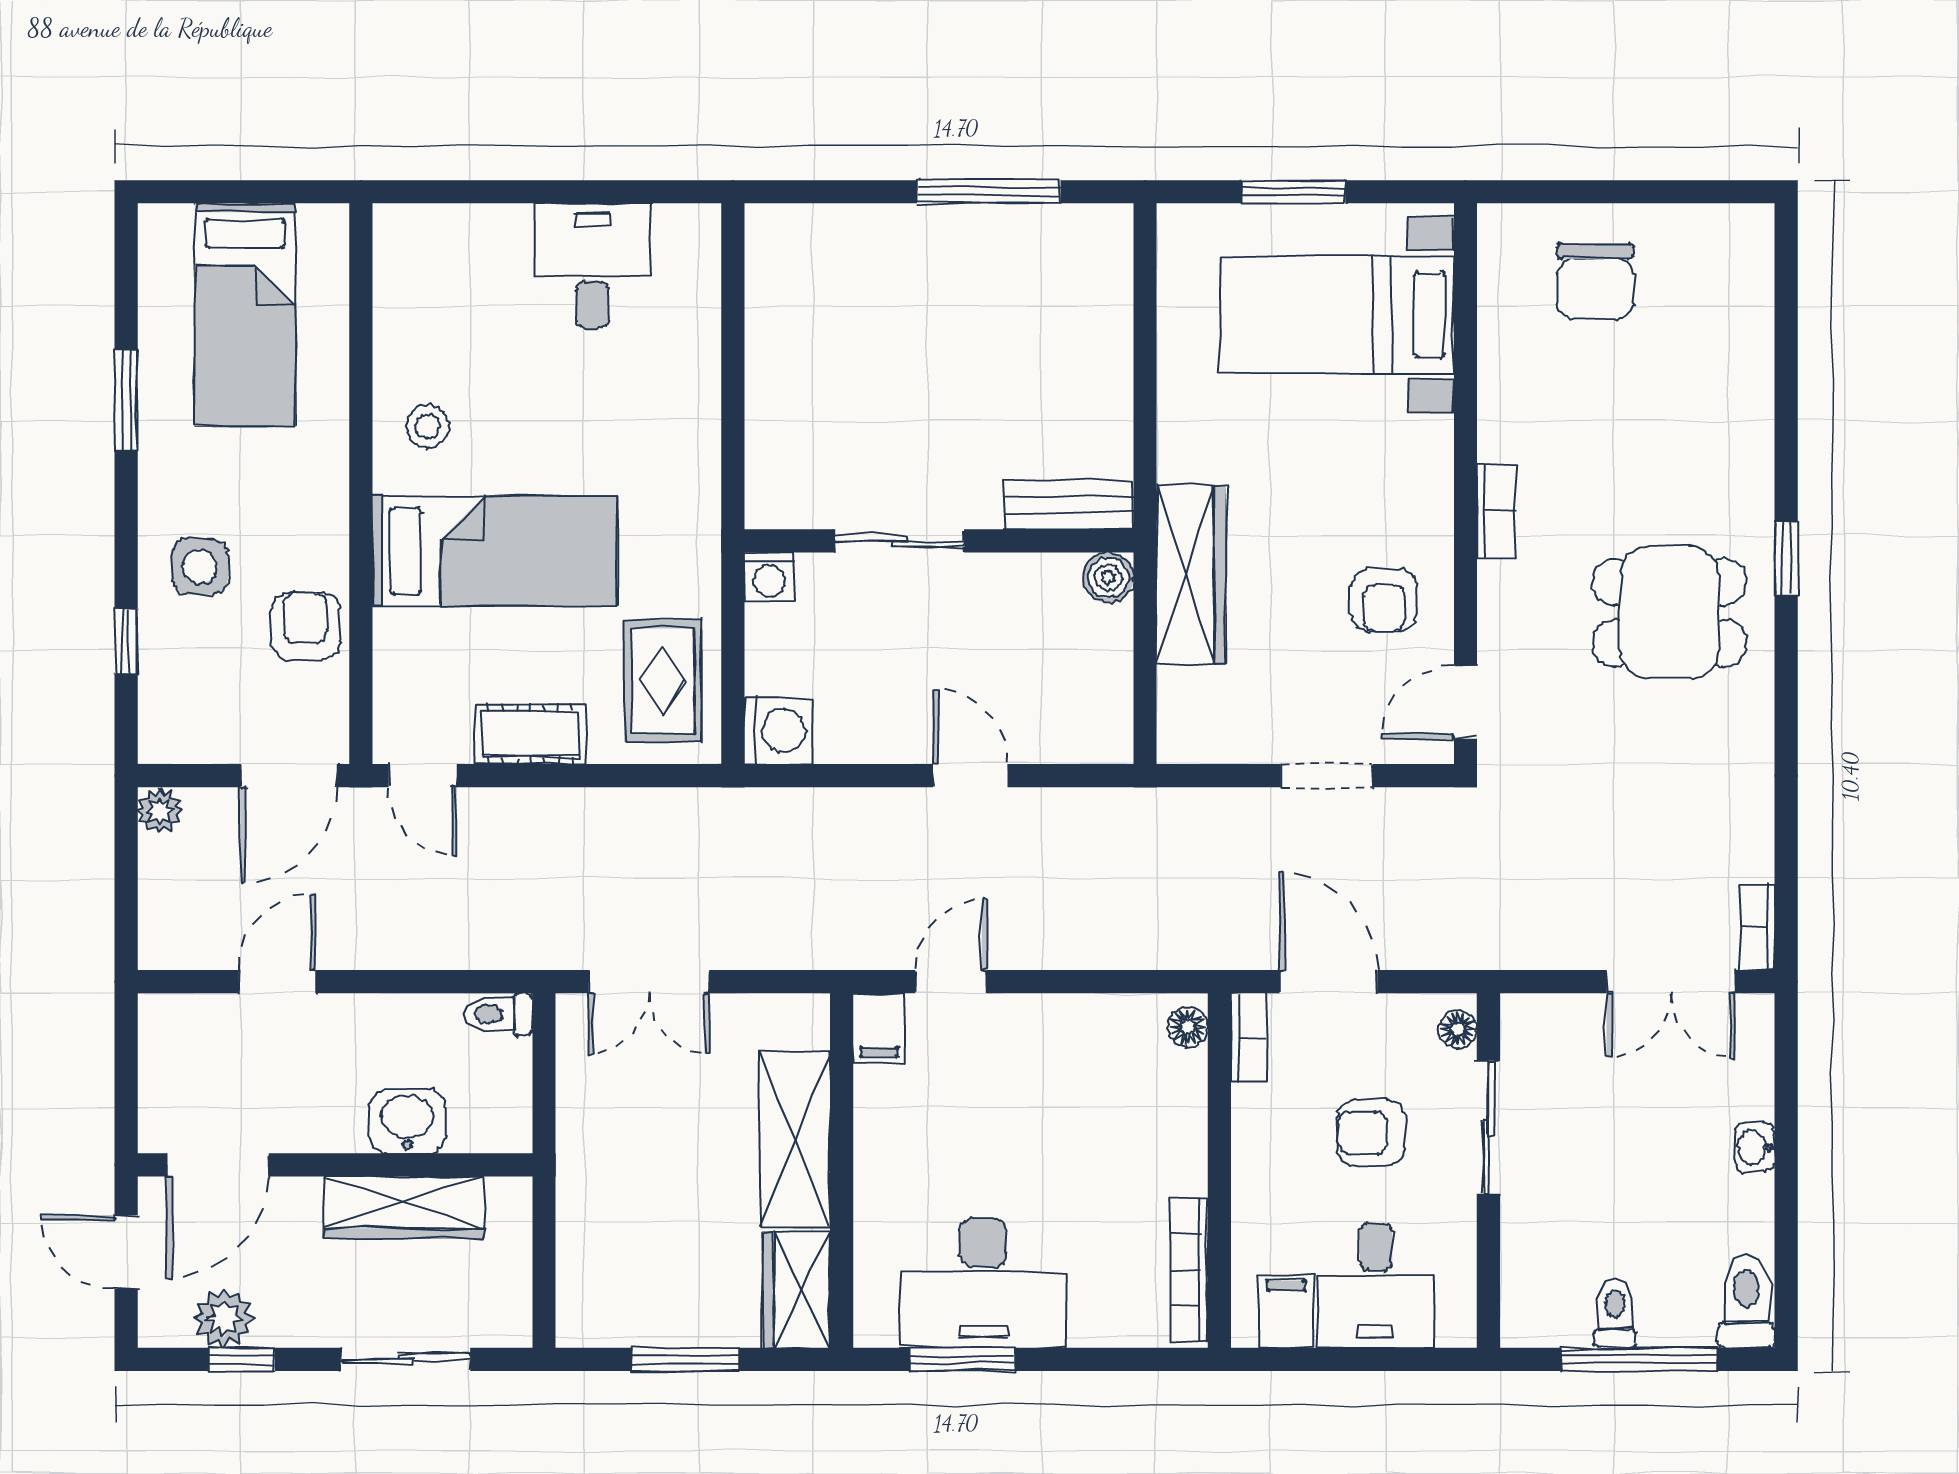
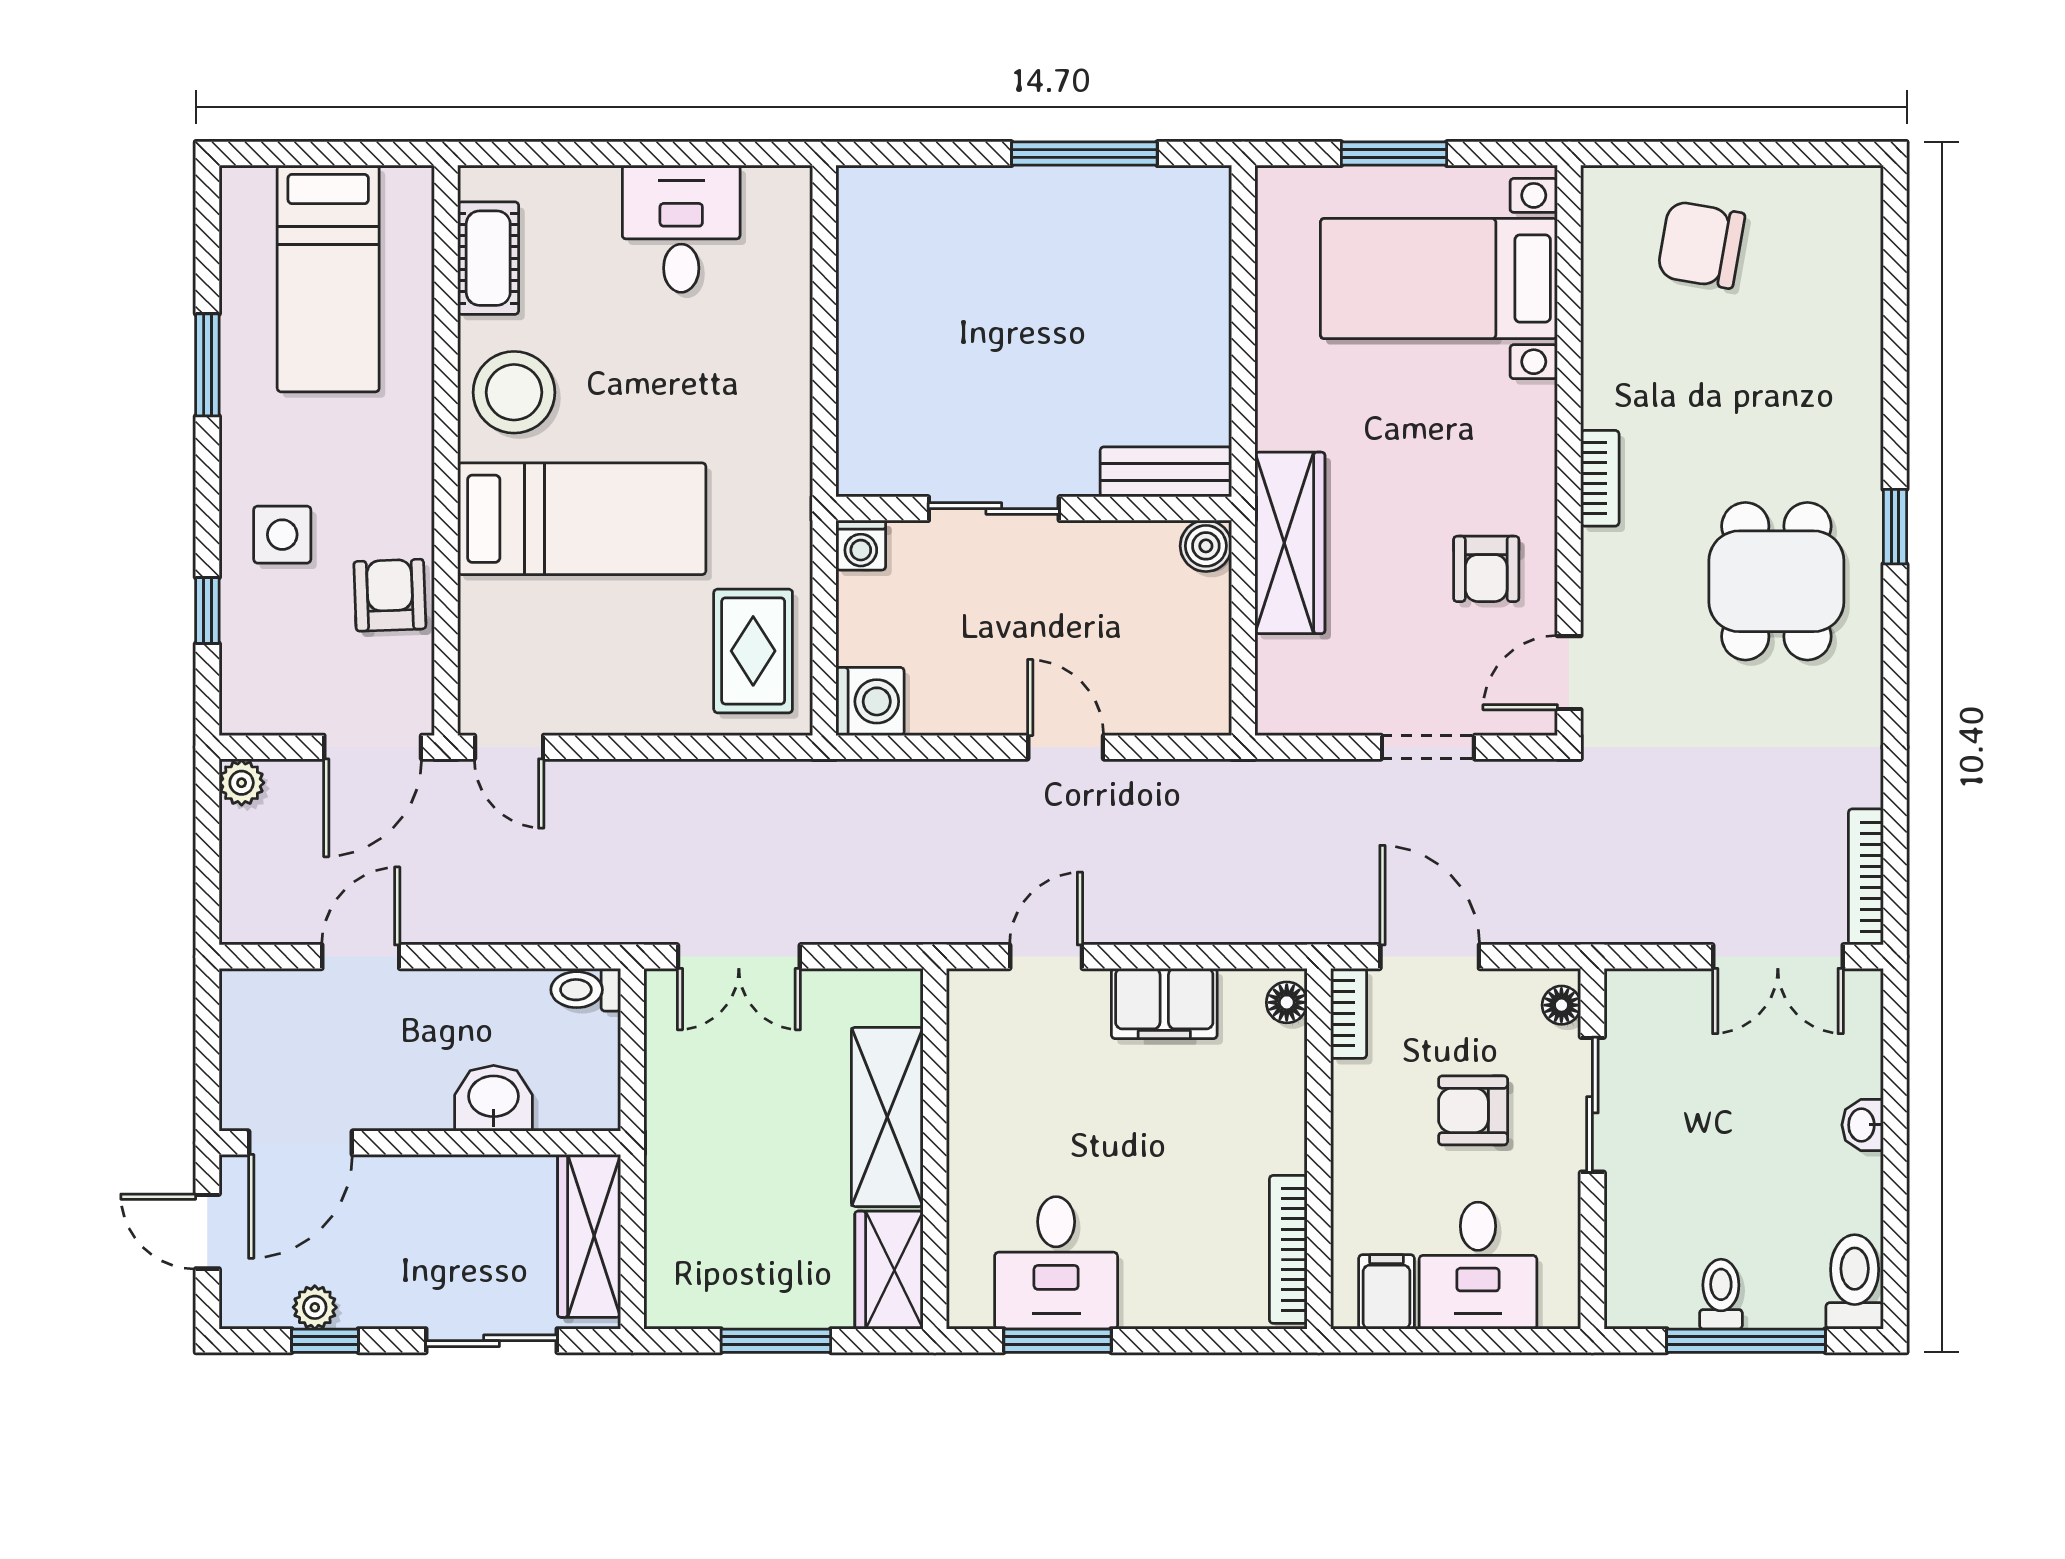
chair: (1595, 281) -> (1701, 245), turned 100
stool: (428, 427) -> (514, 392), width x1.89, depth x1.89
dining table: (1669, 612) -> (1776, 581), turned 90
cot: (531, 734) -> (488, 258), moved, turned 90
bookcase: (1757, 927) -> (1866, 877), width x1.56
filing cabinet: (879, 1028) -> (1164, 1003), moved, width x2.00
wardrobe: (404, 1207) -> (589, 1236), moved, turned 90
desk: (983, 1283) -> (1056, 1263), width x0.73
plant: (224, 1319) -> (315, 1307), width x0.73, depth x0.73

